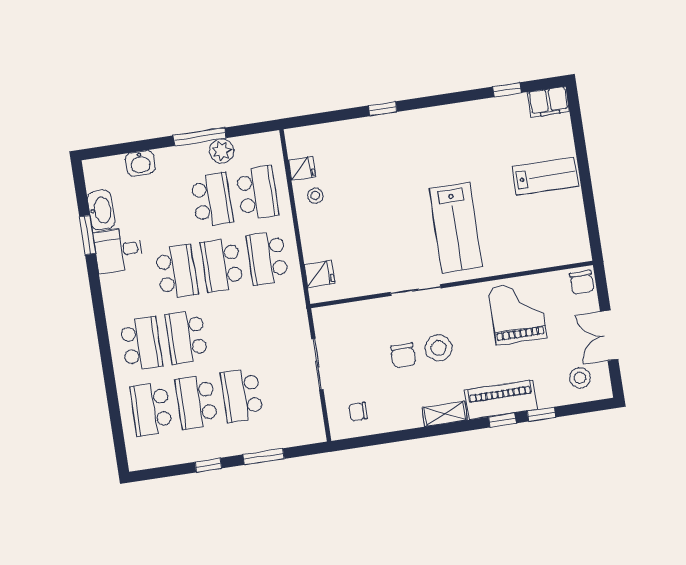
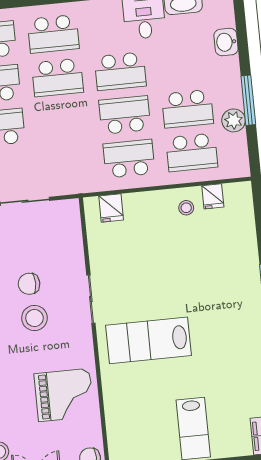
school desk: (187, 337) -> (58, 78), turned 180

